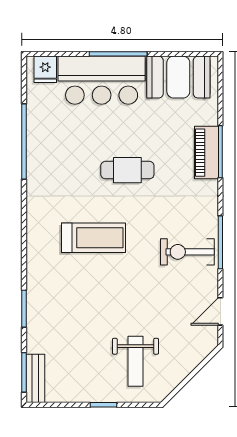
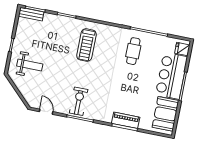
cafe table: (127, 170) -> (133, 51), moved
treadmill: (93, 238) -> (86, 45), moved
weight bench: (135, 361) -> (30, 65), turned 180

